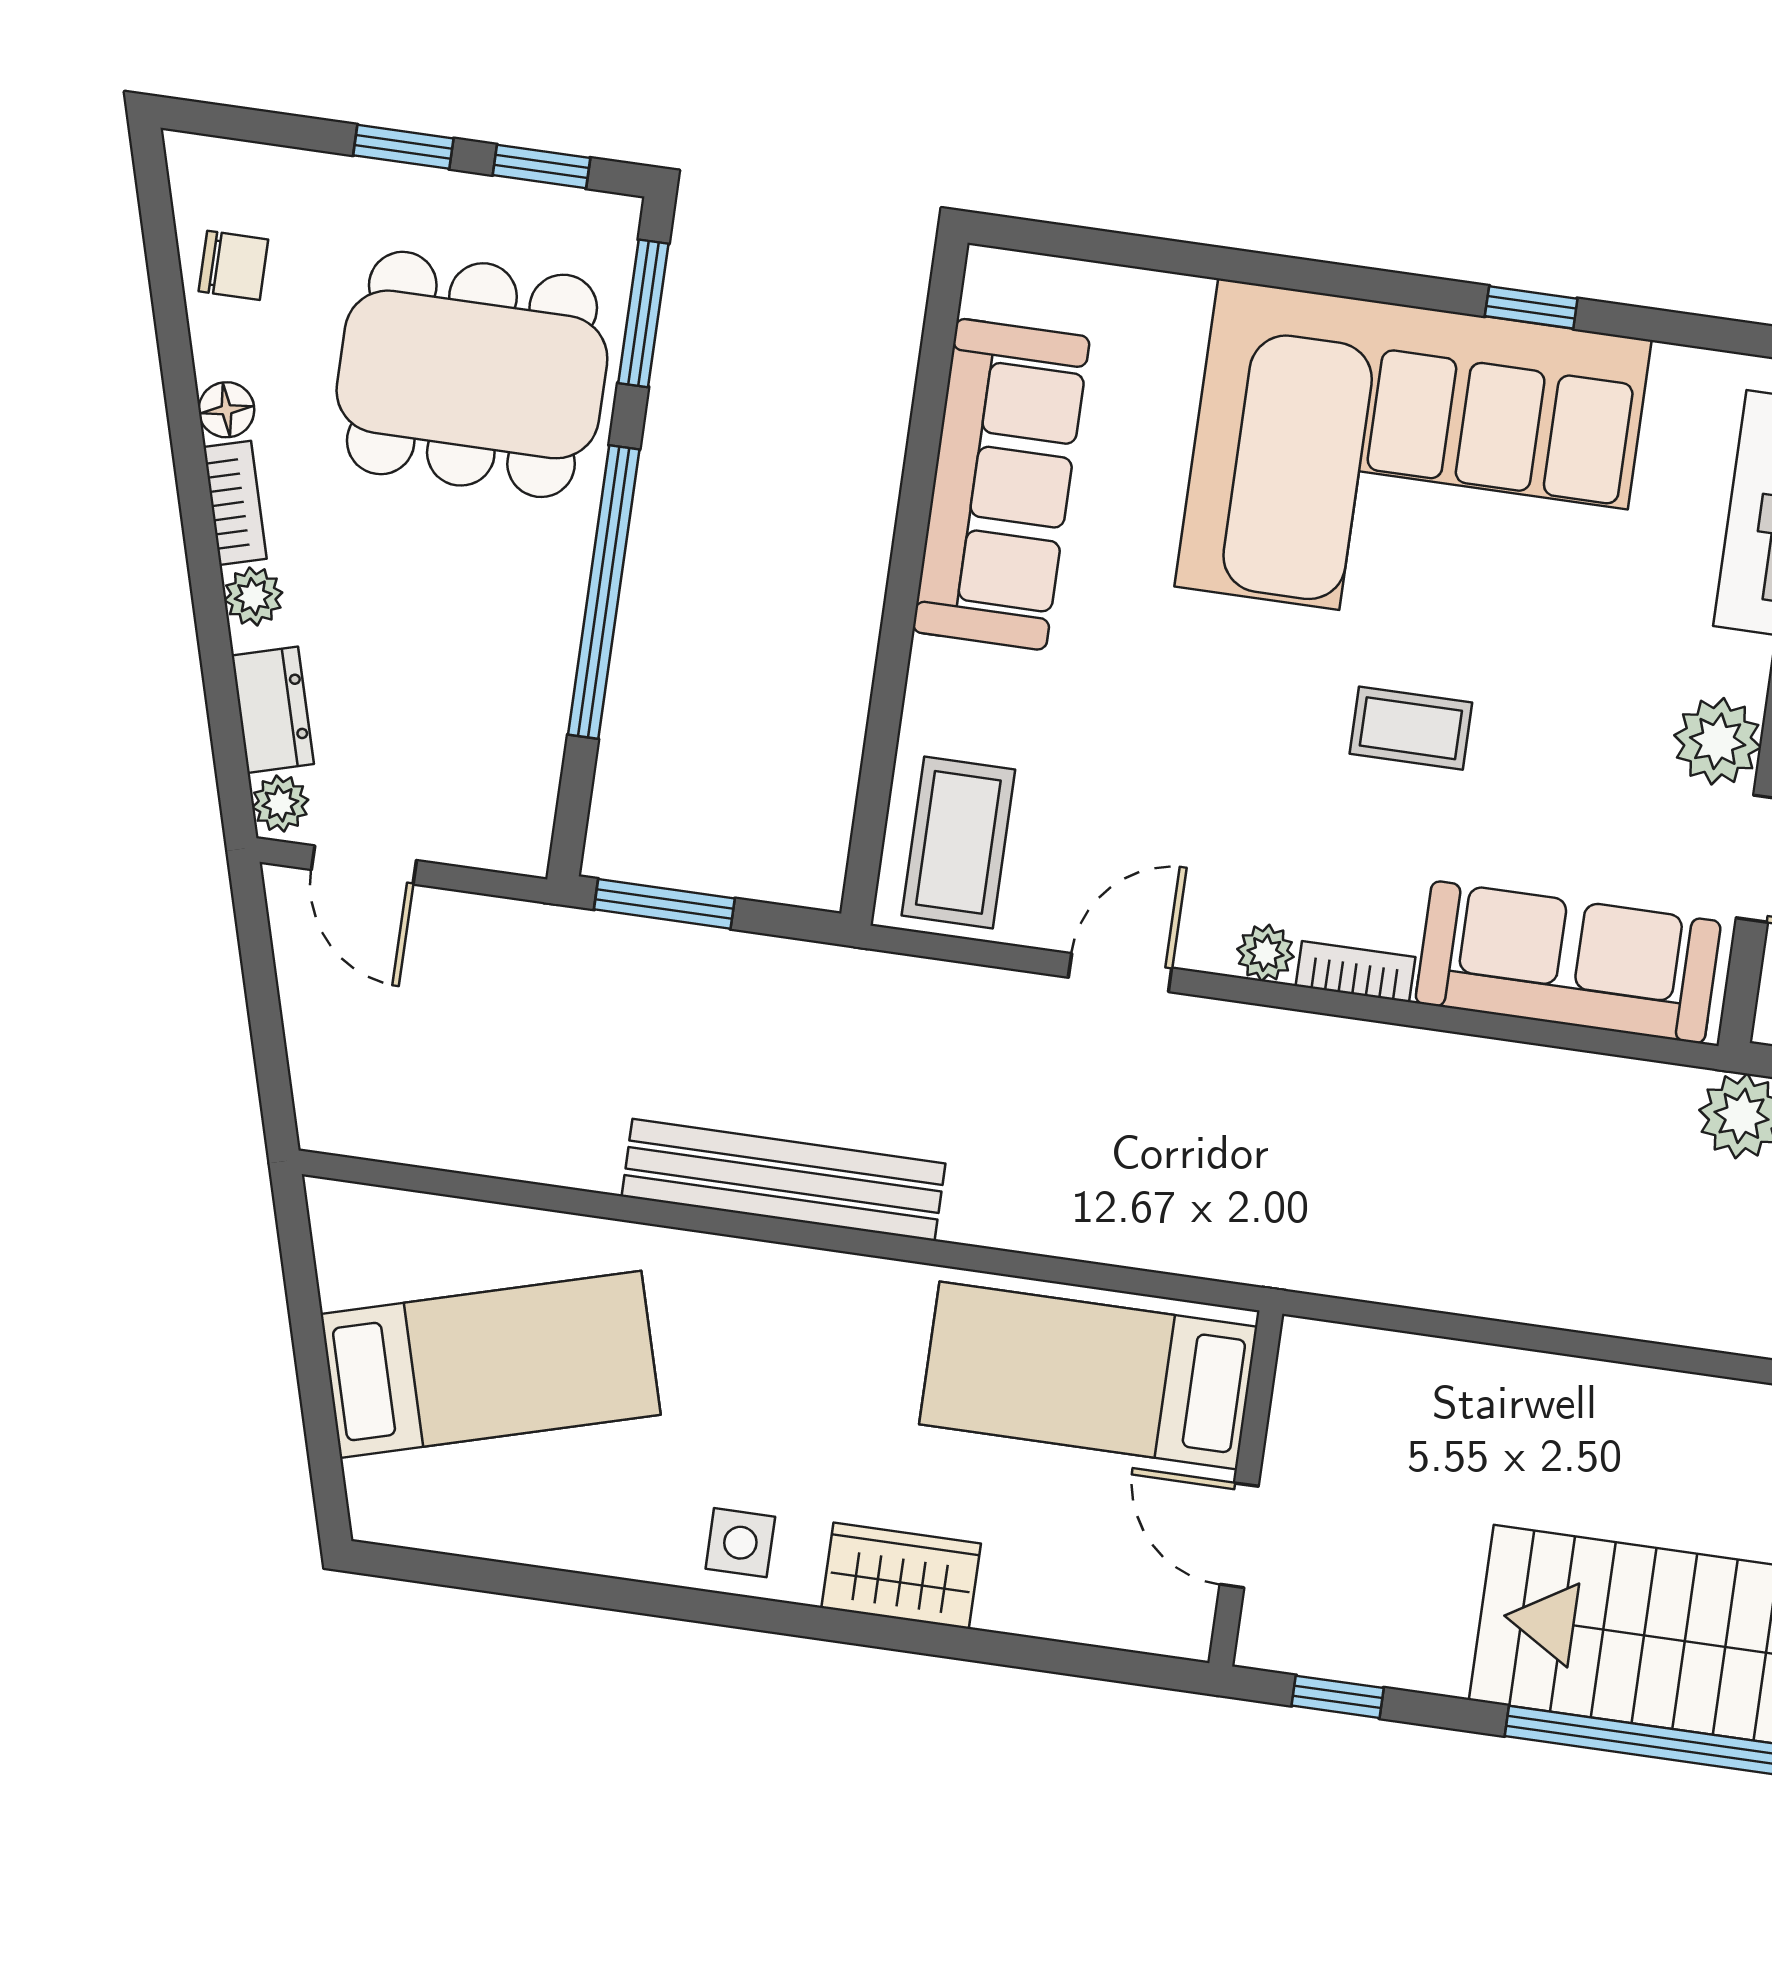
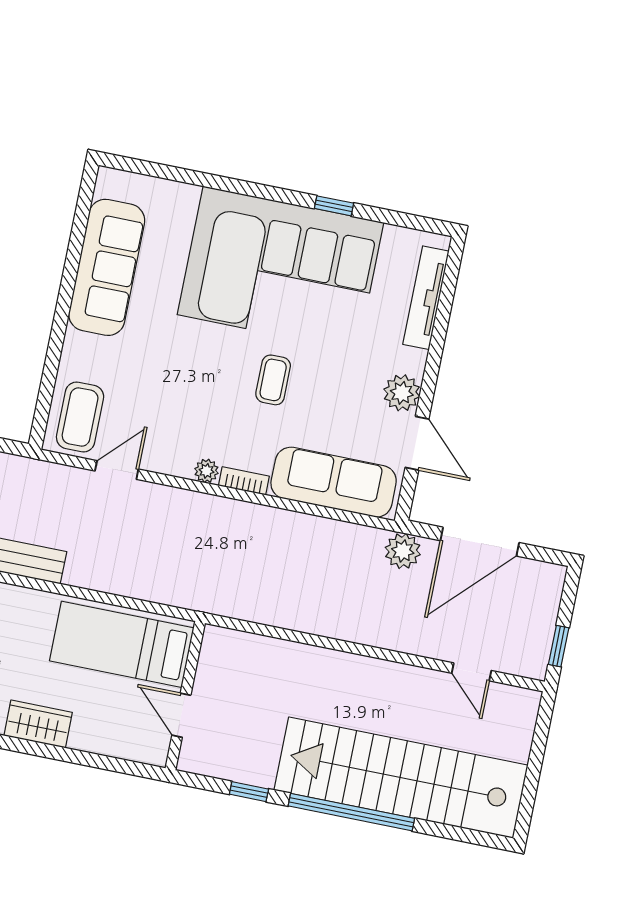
coffee table: (1411, 728) -> (273, 380), turned 90
door: (1120, 973) -> (117, 470), moved
window: (1338, 1697) -> (249, 792), moved

